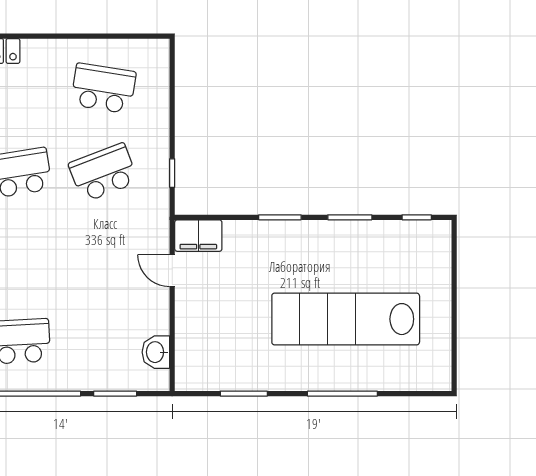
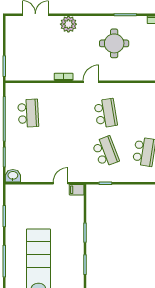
filing cabinet: (198, 236) -> (77, 190), width x0.50
washbasin: (156, 352) -> (13, 176), moved

